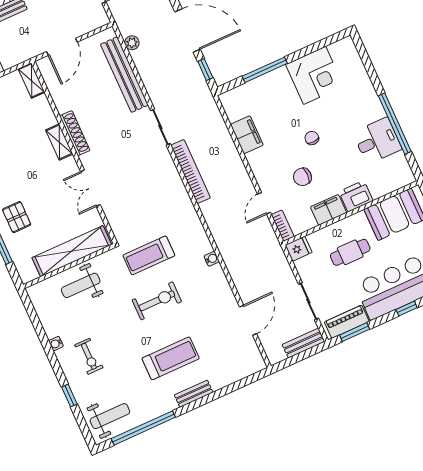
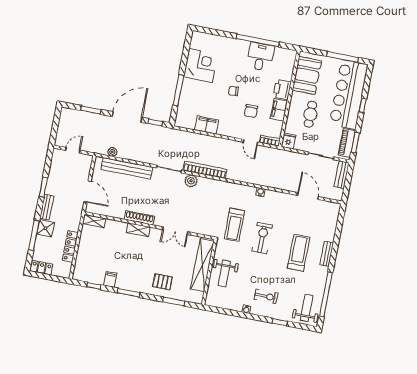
plant: (165, 164) -> (191, 181), added

